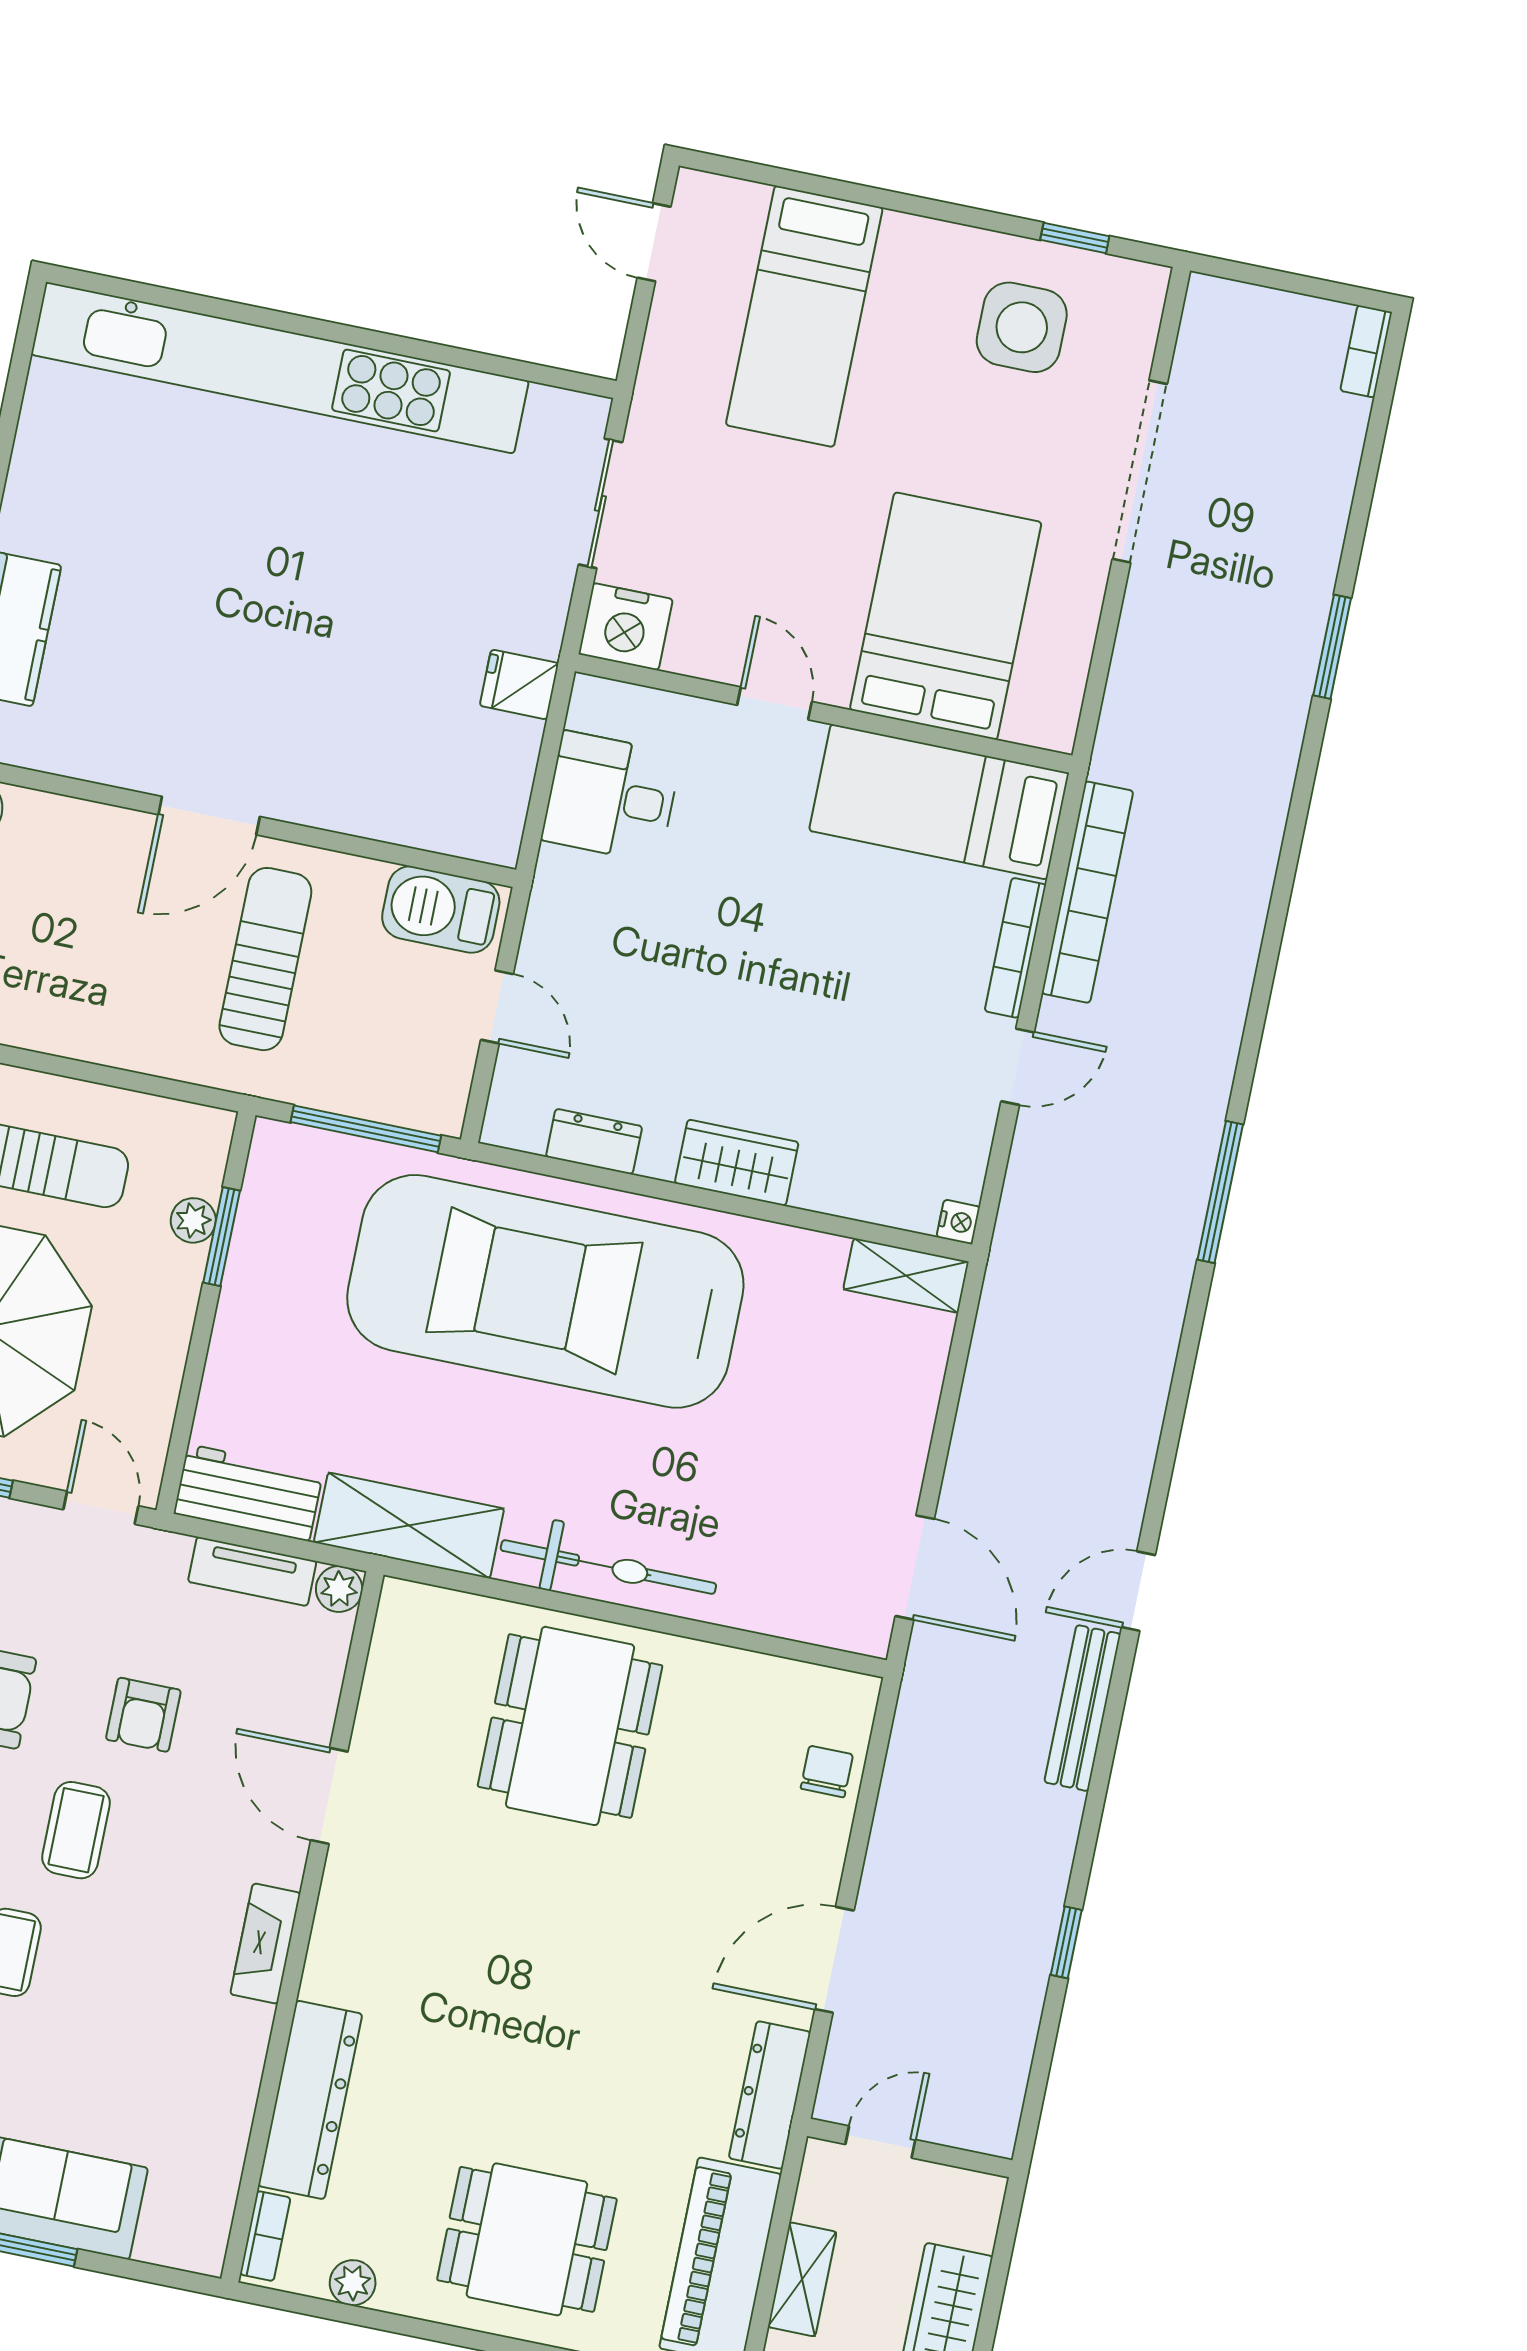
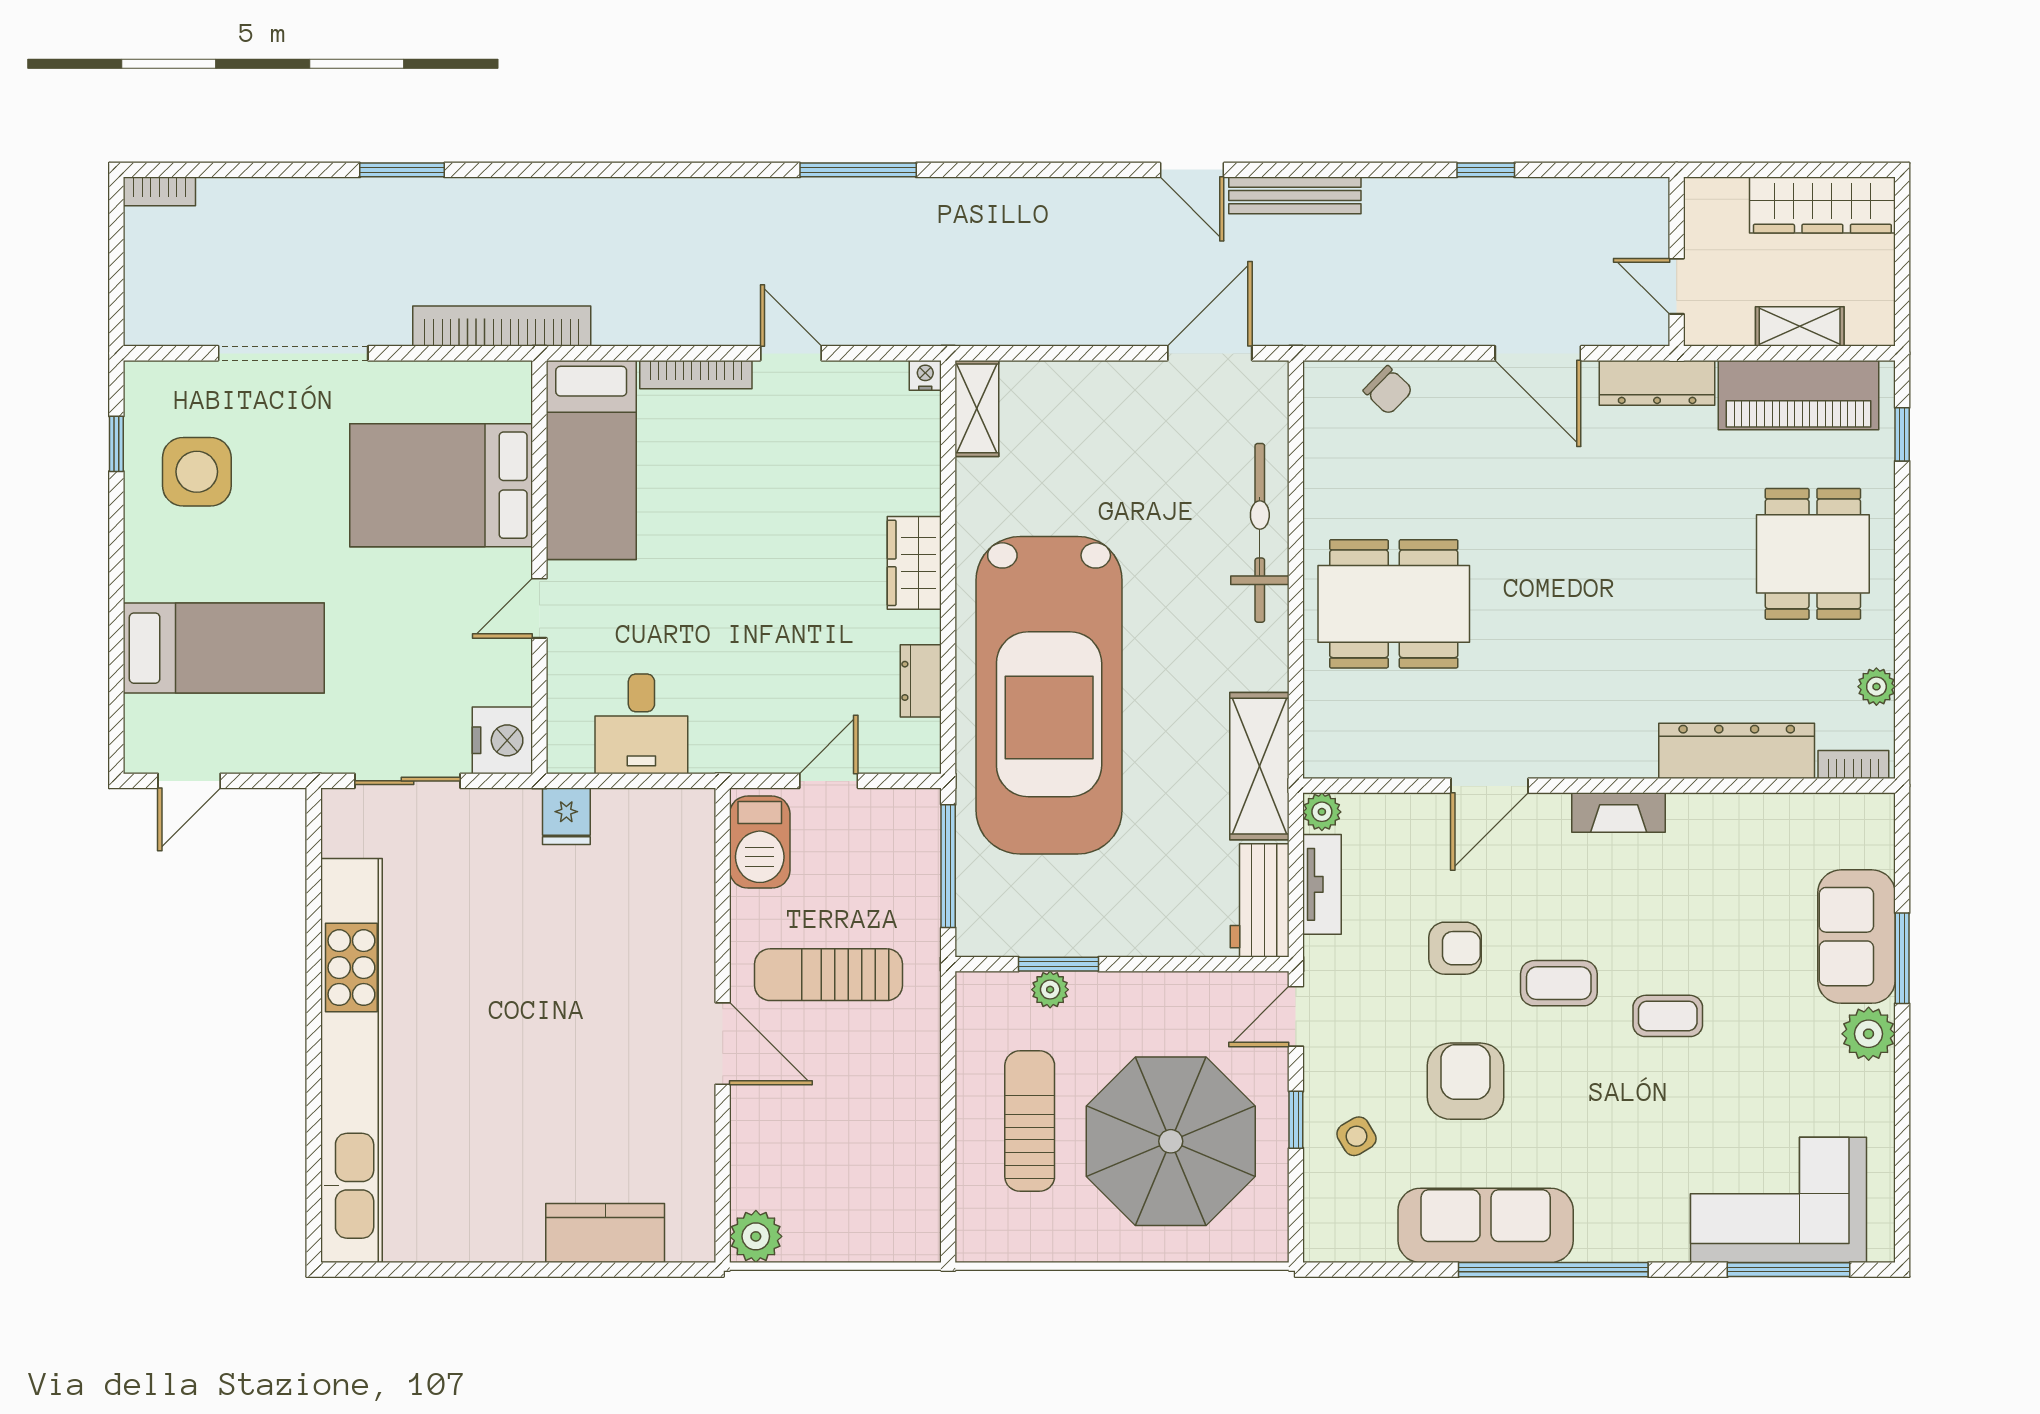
bookcase: (1087, 892) -> (502, 326), moved
bicycle: (608, 1567) -> (1260, 533), moved
chair: (827, 1771) -> (1388, 390), turned -136

